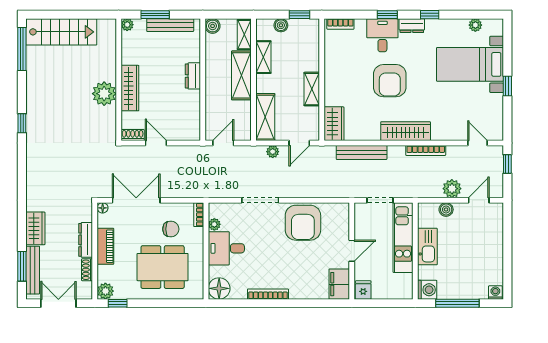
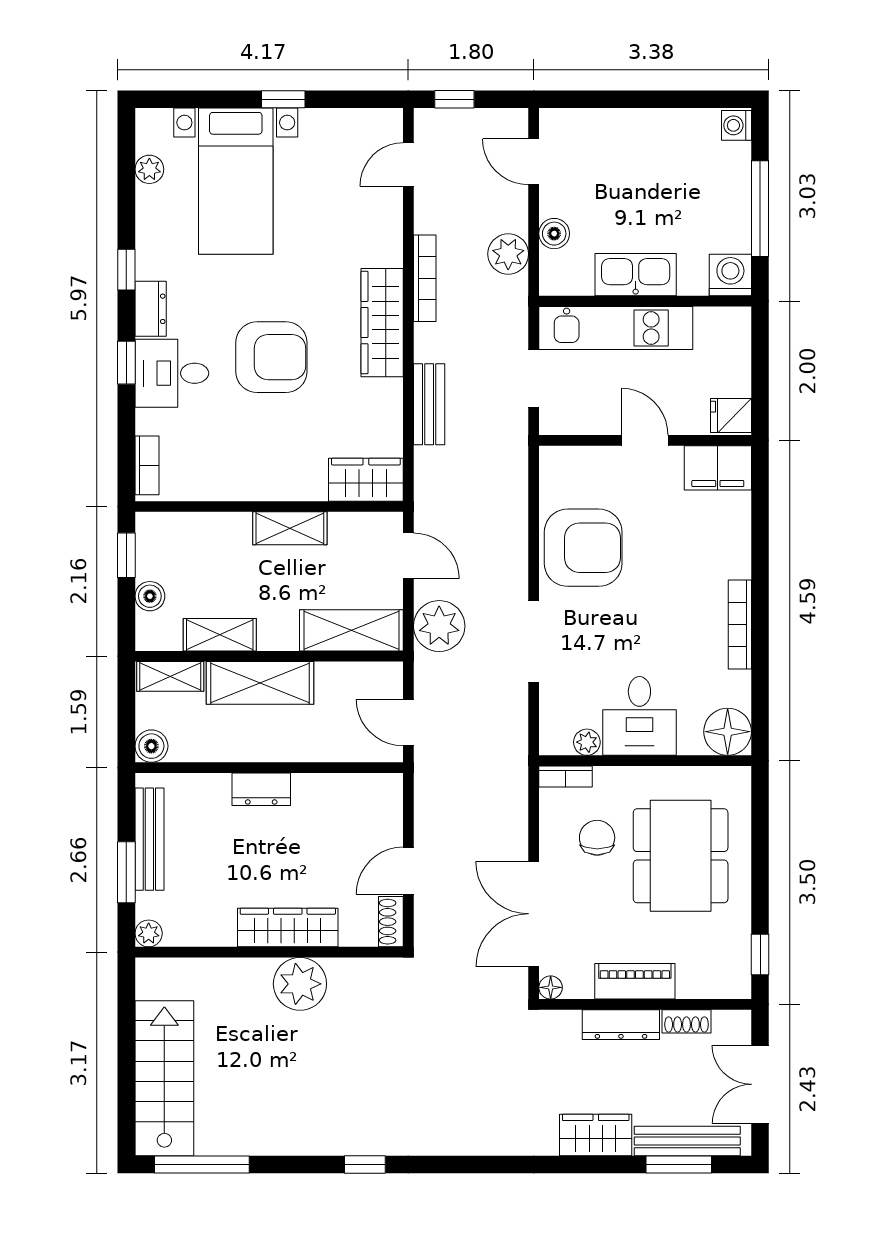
plant: (273, 152) -> (439, 626), width x1.88, depth x1.88
bench: (362, 152) -> (429, 404), width x0.73
plant: (452, 189) -> (508, 254), moved
plant: (105, 291) -> (733, 981), removed

